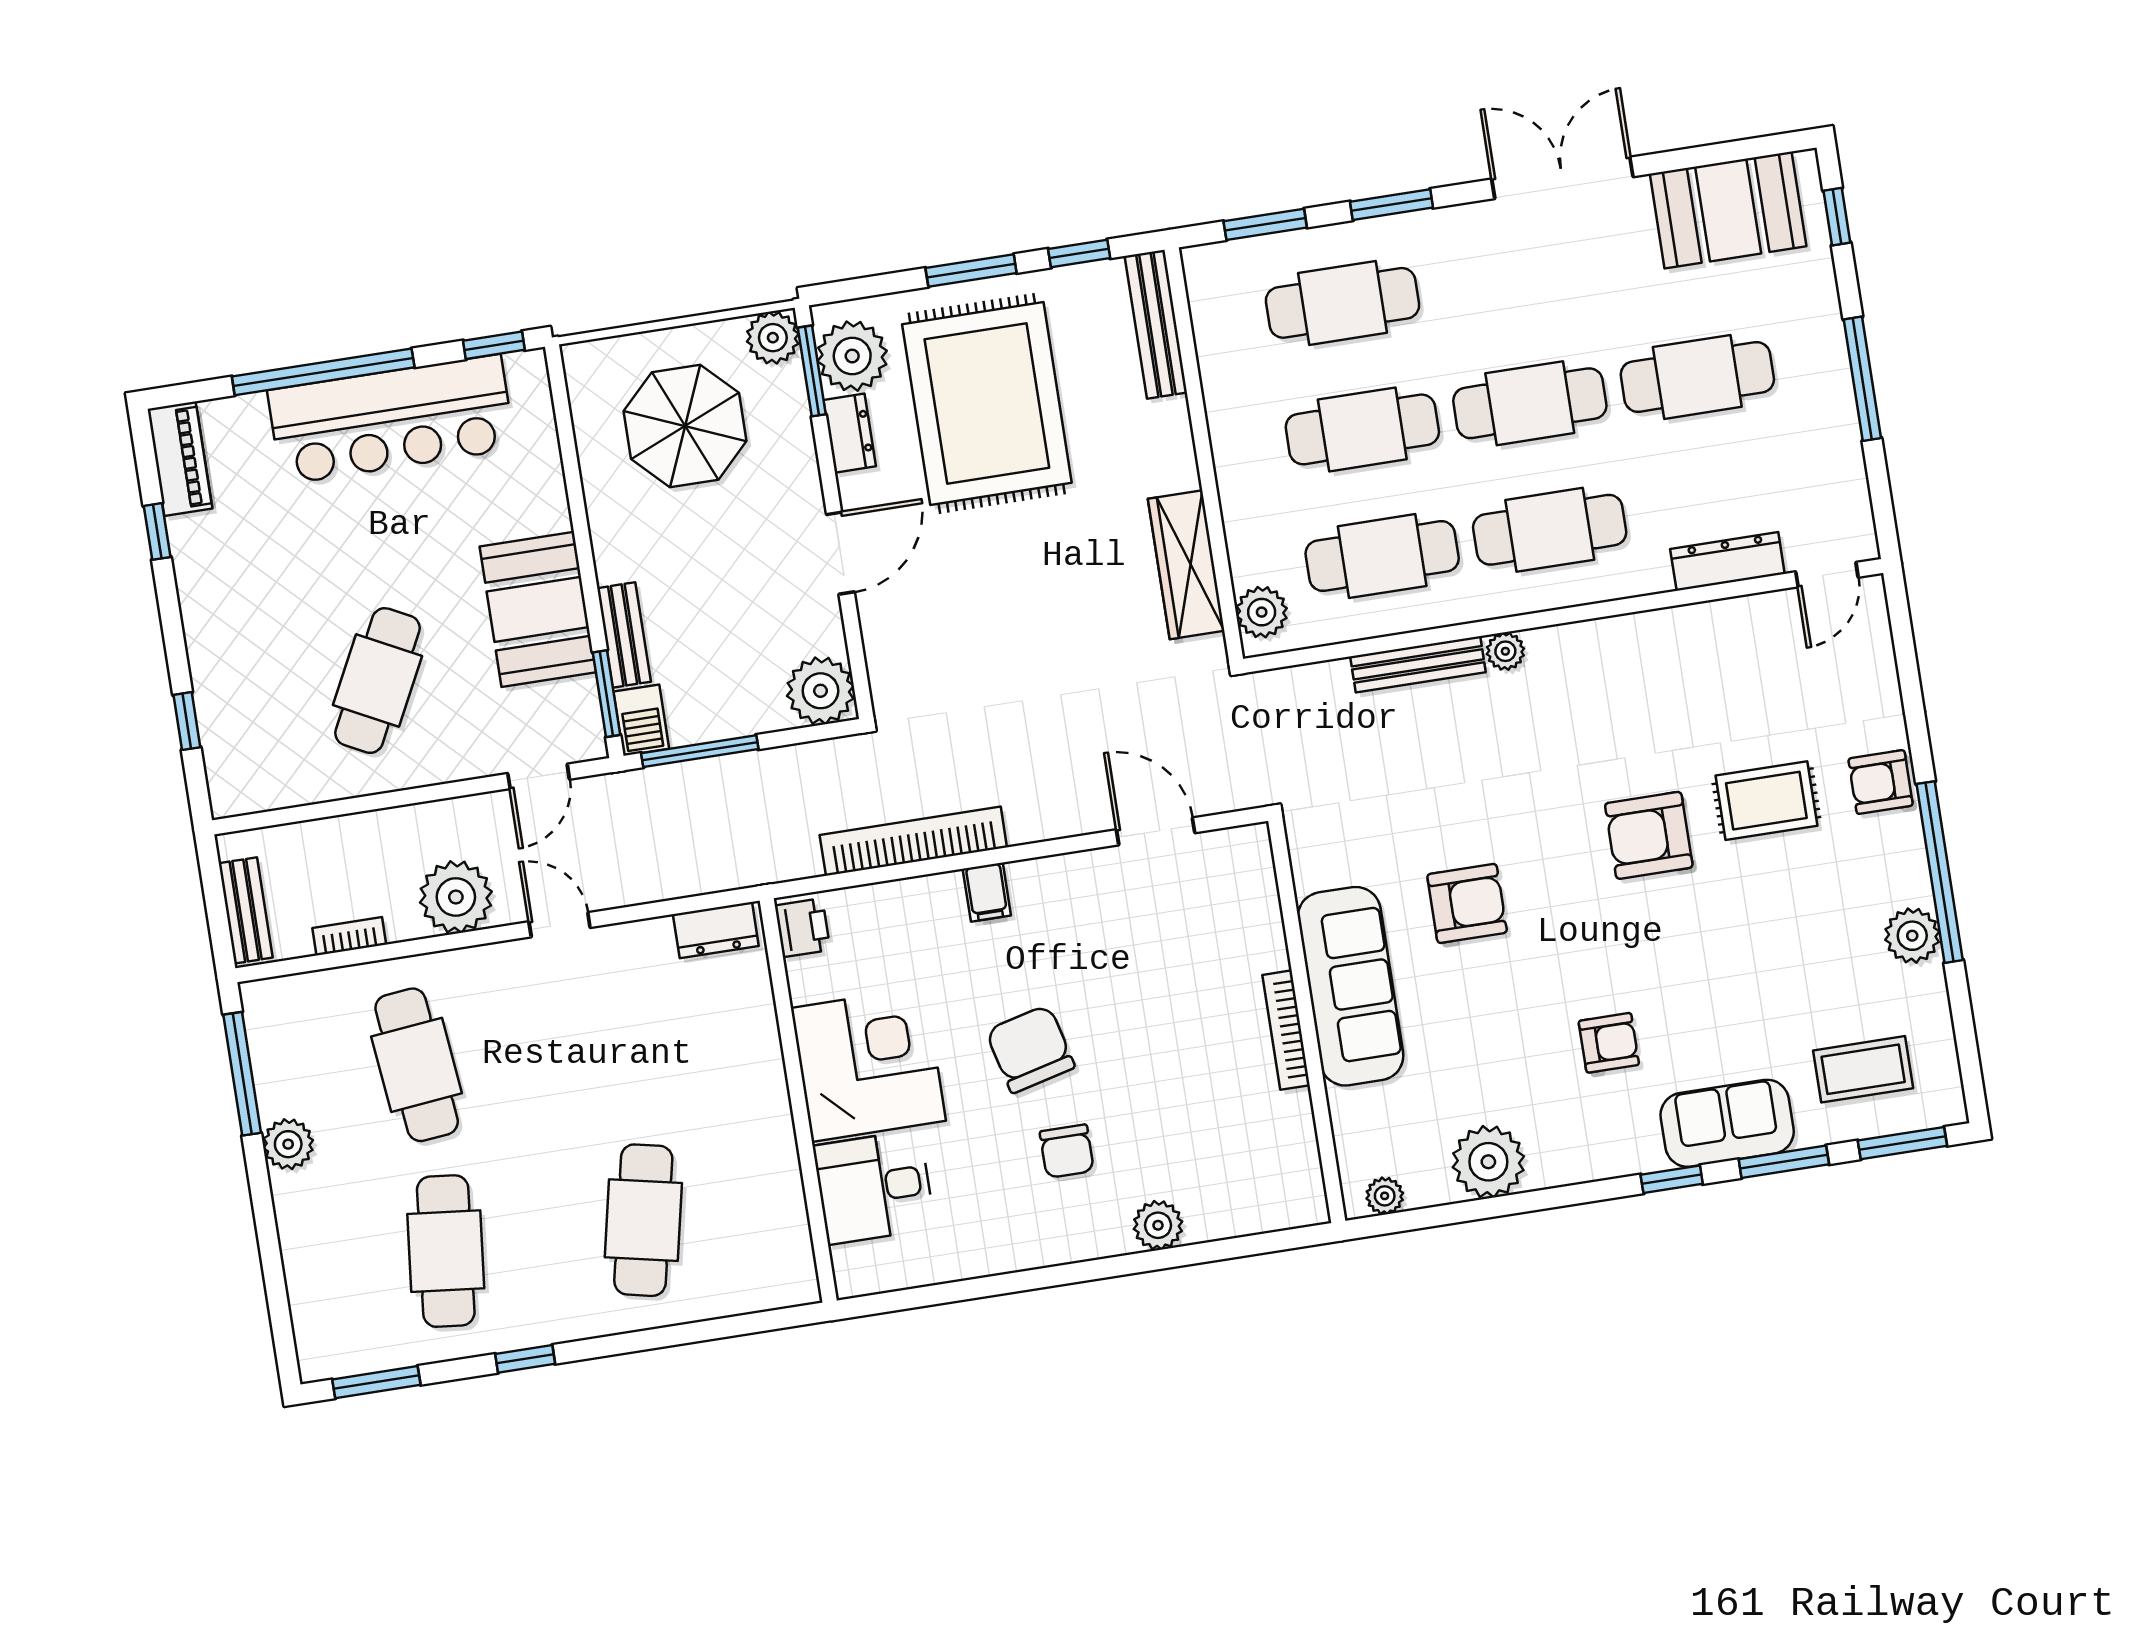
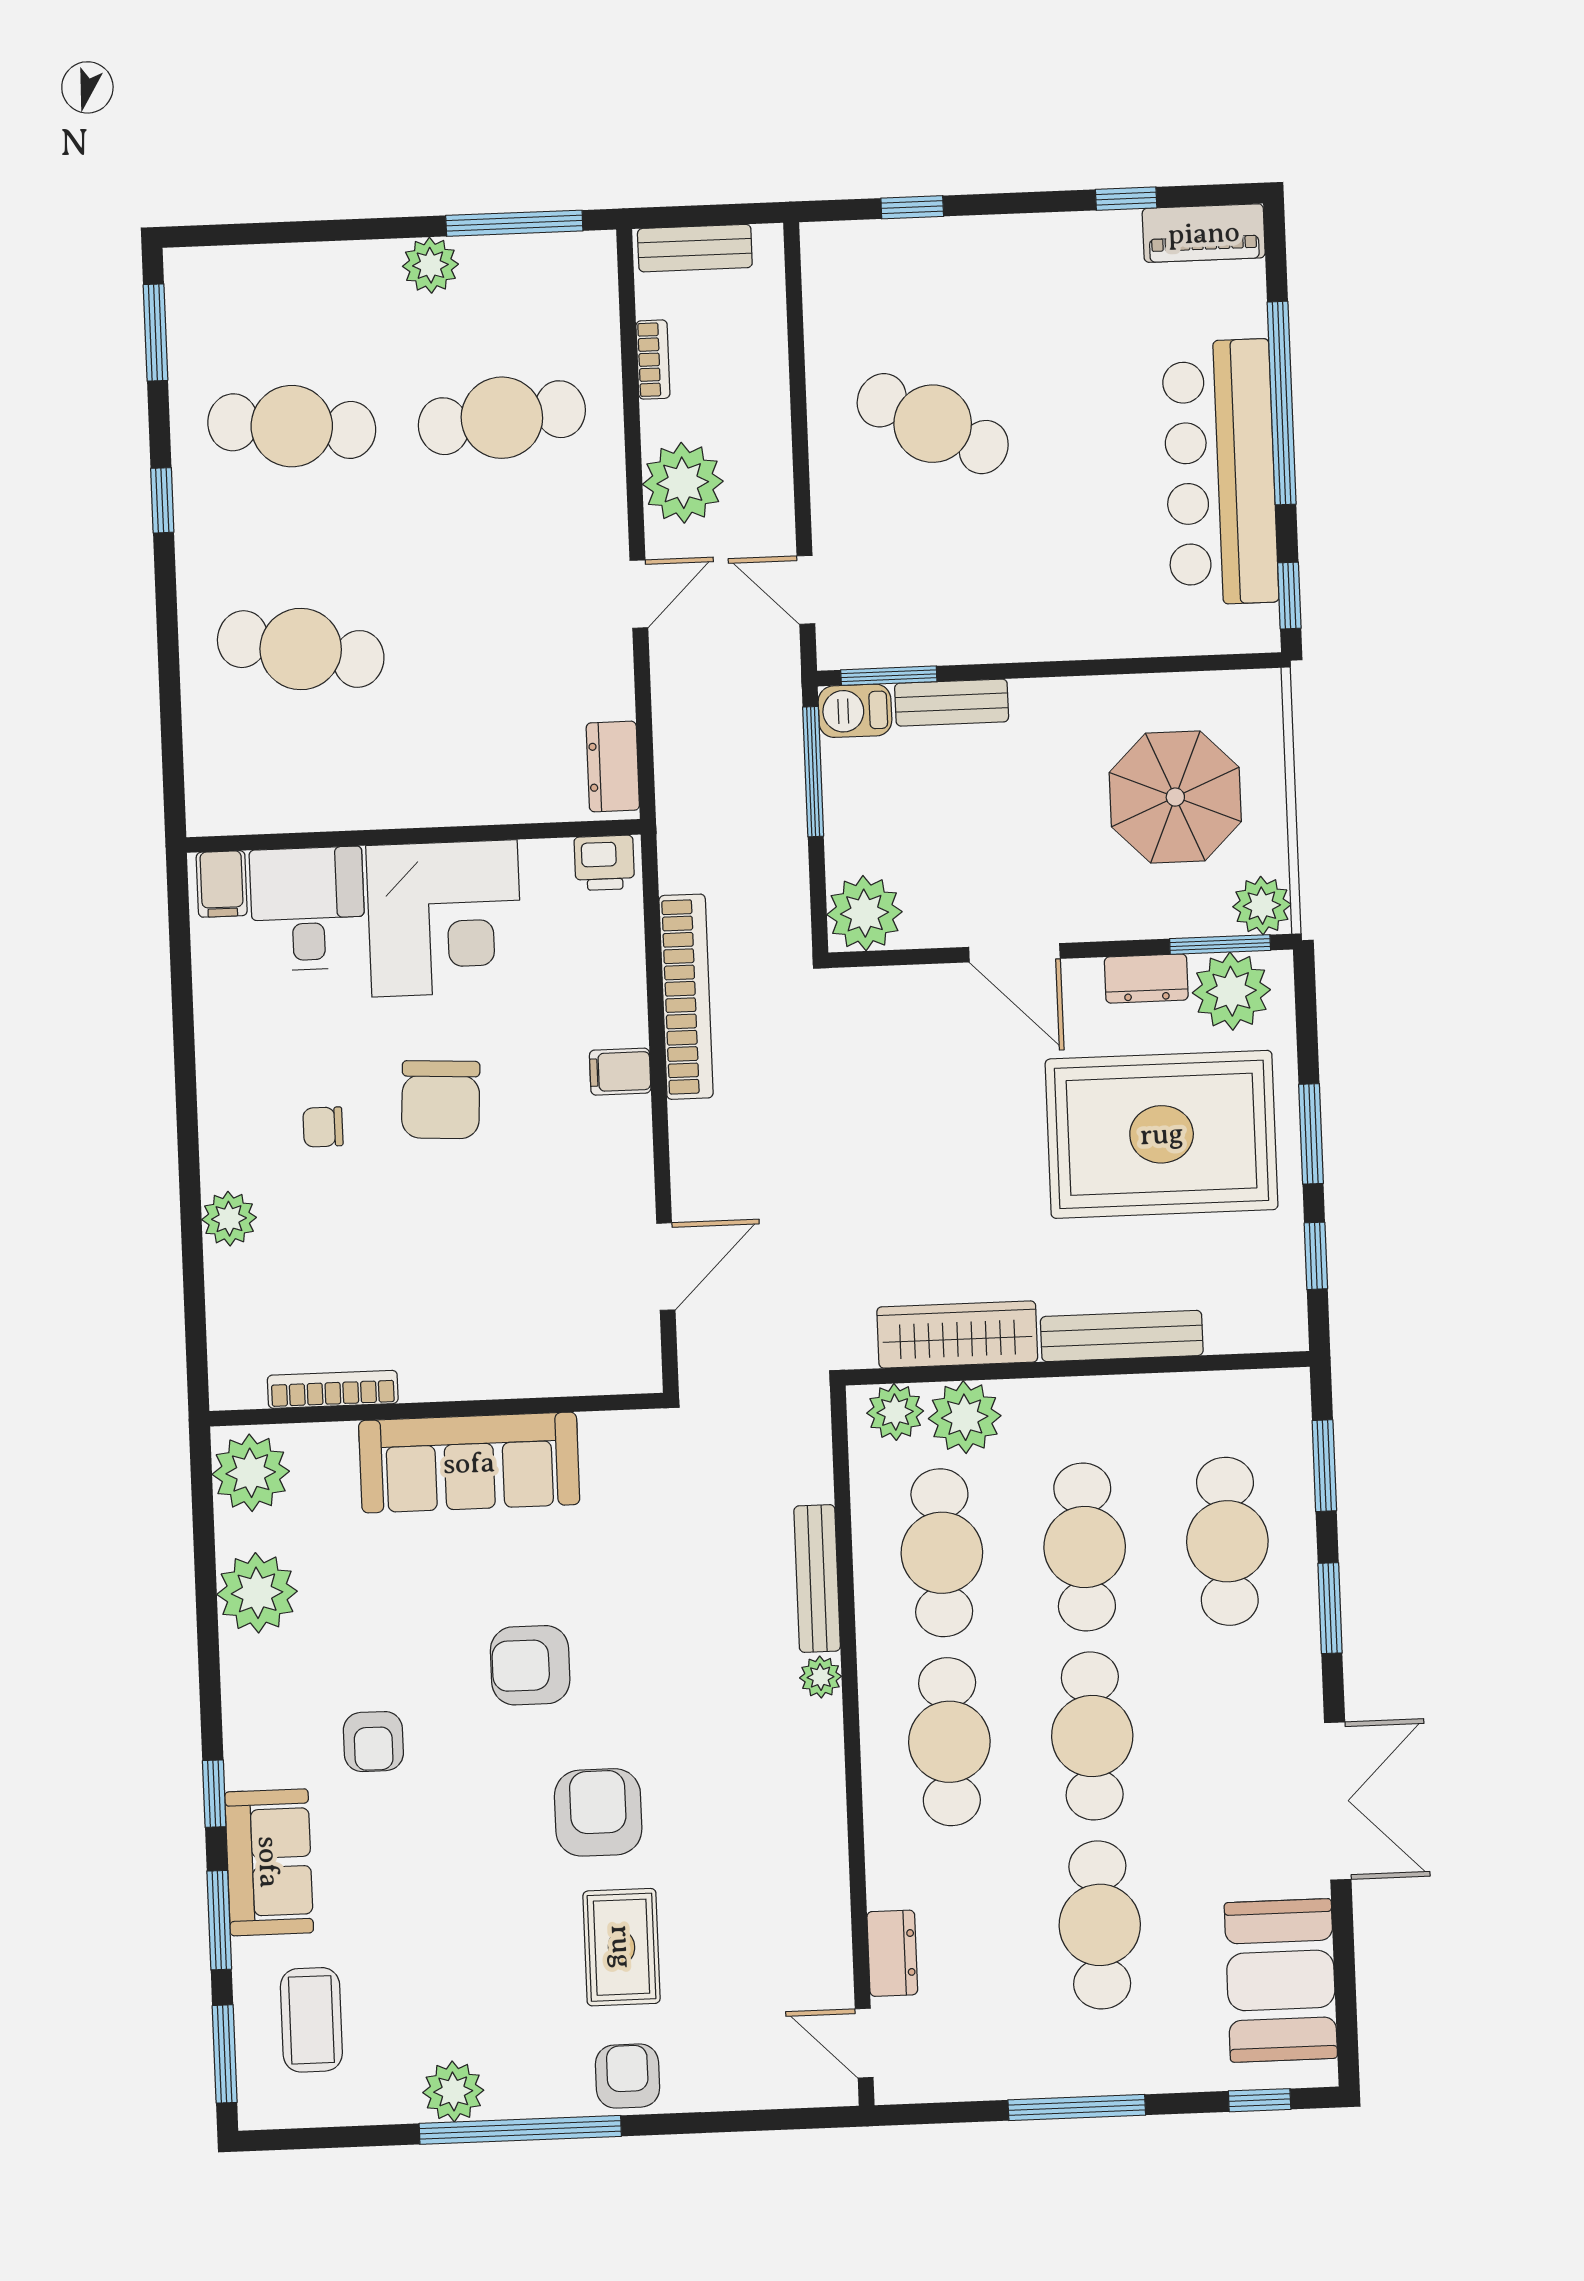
bench: (1156, 324) -> (1122, 1336), moved
plant: (1259, 550) -> (965, 1417), added
dresser: (1727, 561) -> (892, 1953), width x0.70
booth: (538, 609) -> (991, 610), removed
armchair: (1467, 903) -> (530, 1665), moved, turned 90
bookcase: (1286, 1030) -> (333, 1389), moved
chair: (1030, 1049) -> (441, 1100), turned 107
chair: (1067, 1151) -> (323, 1127), width x0.73, depth x0.73
plant: (1385, 1196) -> (251, 1473), width x1.88, depth x1.88
filing cabinet: (861, 1266) -> (222, 884), added

